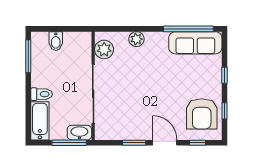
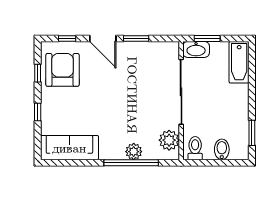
window: (188, 29) -> (131, 163), moved
window: (28, 56) -> (252, 133), width x0.69
toilet: (42, 94) -> (195, 148), moved, turned 90
window: (69, 143) -> (207, 38), width x0.69

